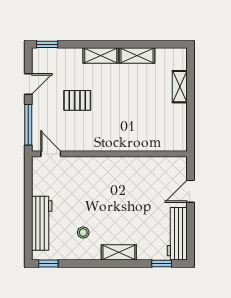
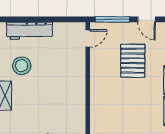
pallet: (77, 100) -> (133, 61), width x1.50, depth x1.42
stool: (83, 233) -> (22, 66), width x1.89, depth x1.89

